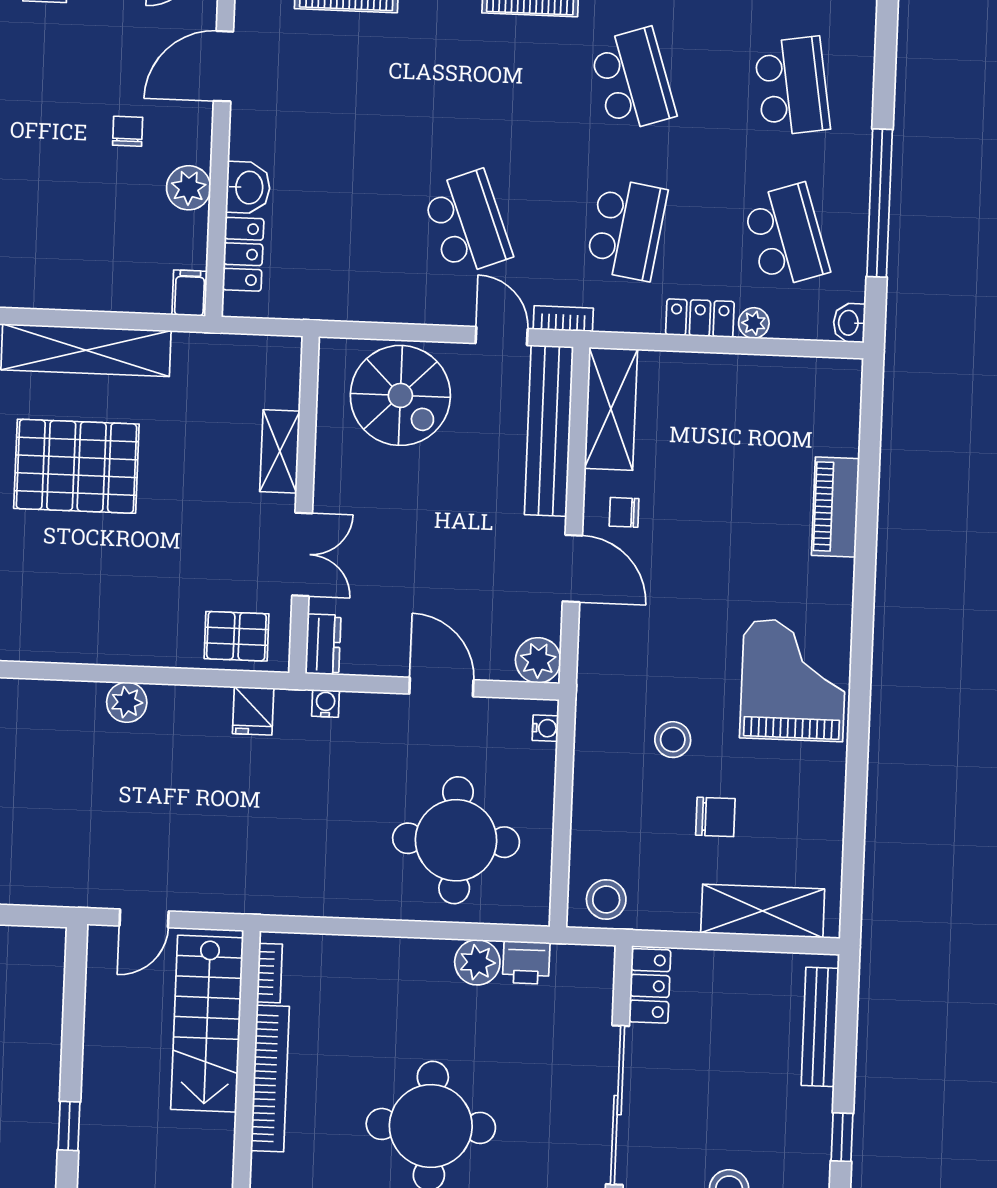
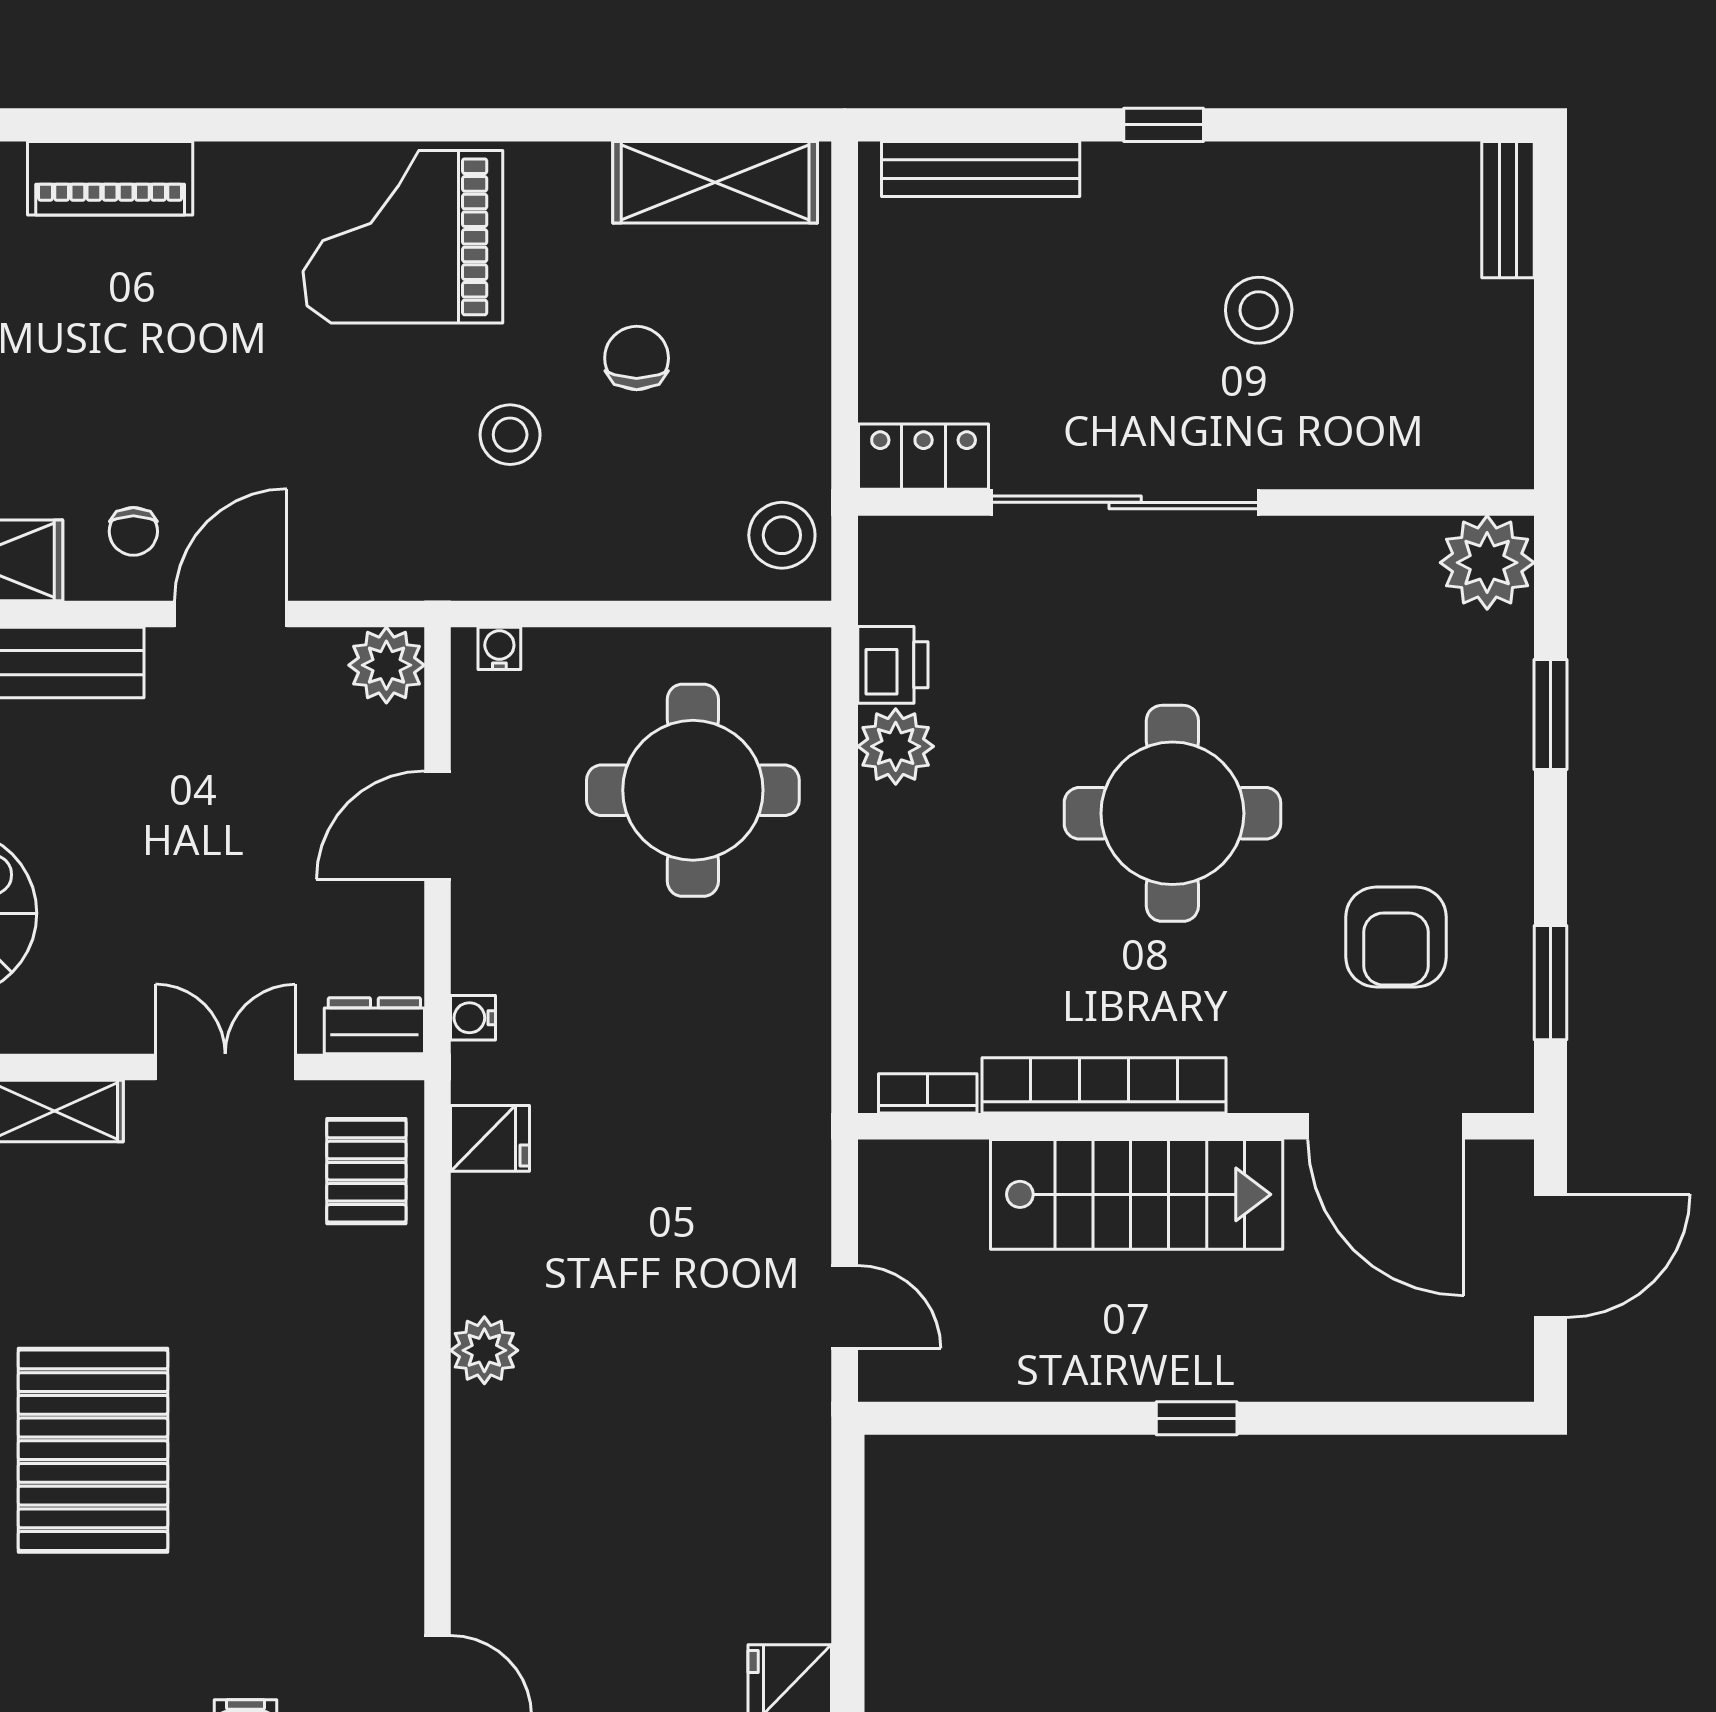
shelving: (763, 911) -> (715, 182), moved, turned 90
stairs: (207, 1024) -> (1137, 1194), moved

